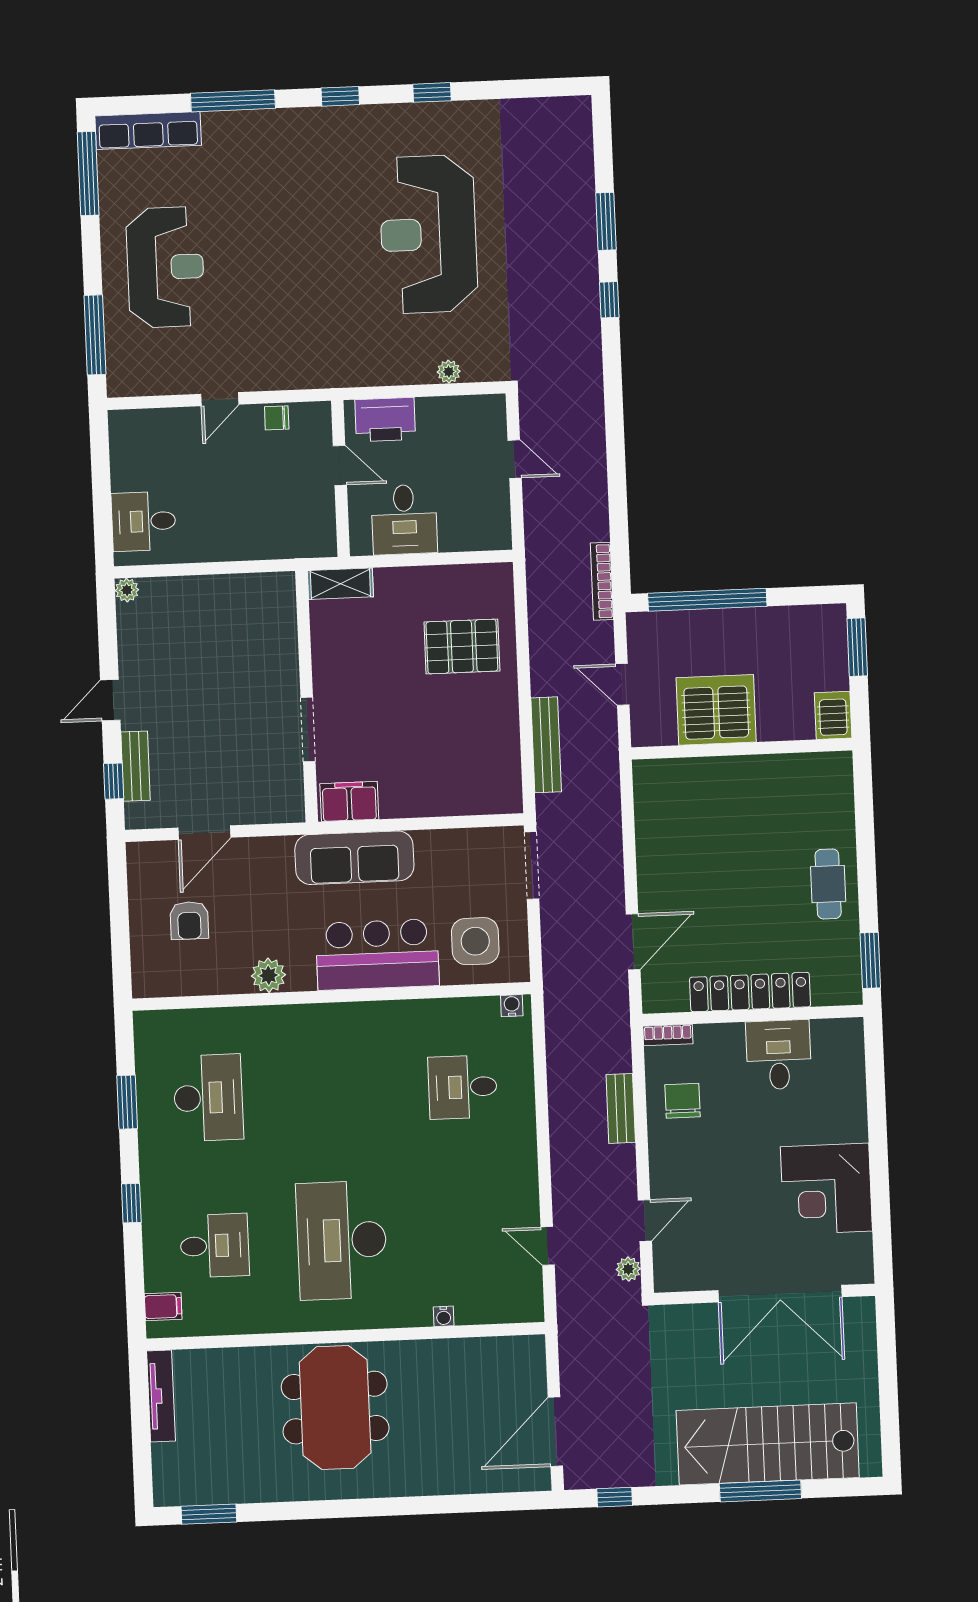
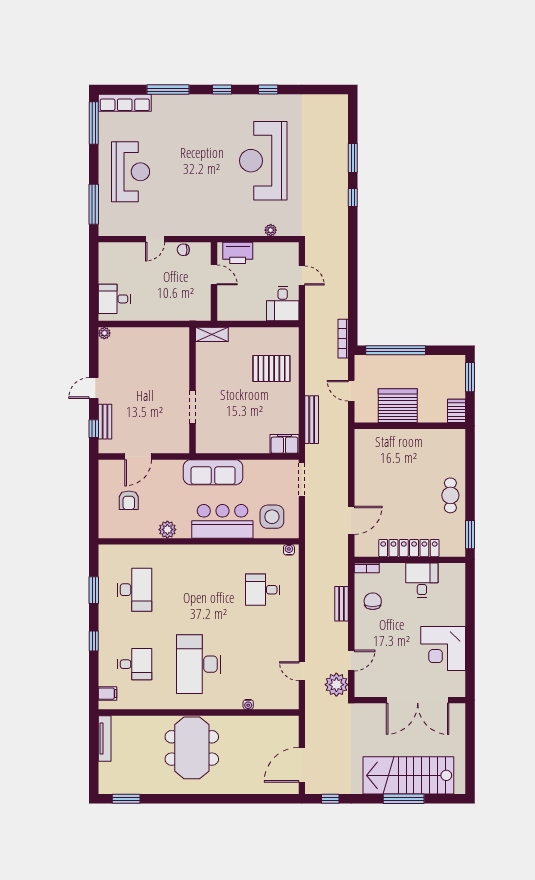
desk: (404, 520) -> (283, 303), moved
filing cabinet: (349, 801) -> (284, 444), moved
plant: (628, 1269) -> (336, 685), width x1.87, depth x1.87

